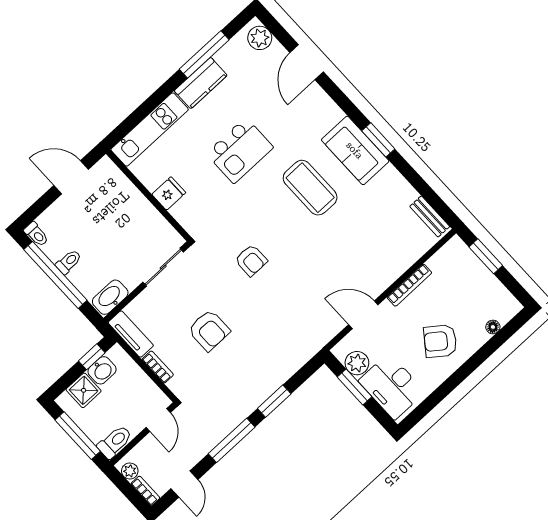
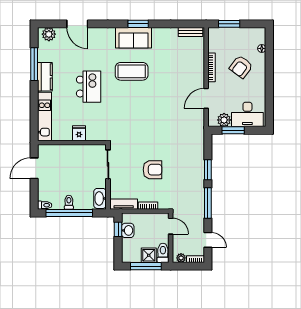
armchair: (251, 260) -> (139, 125), removed
armchair: (440, 341) -> (241, 67), moved
shower: (84, 390) -> (149, 255), moved

